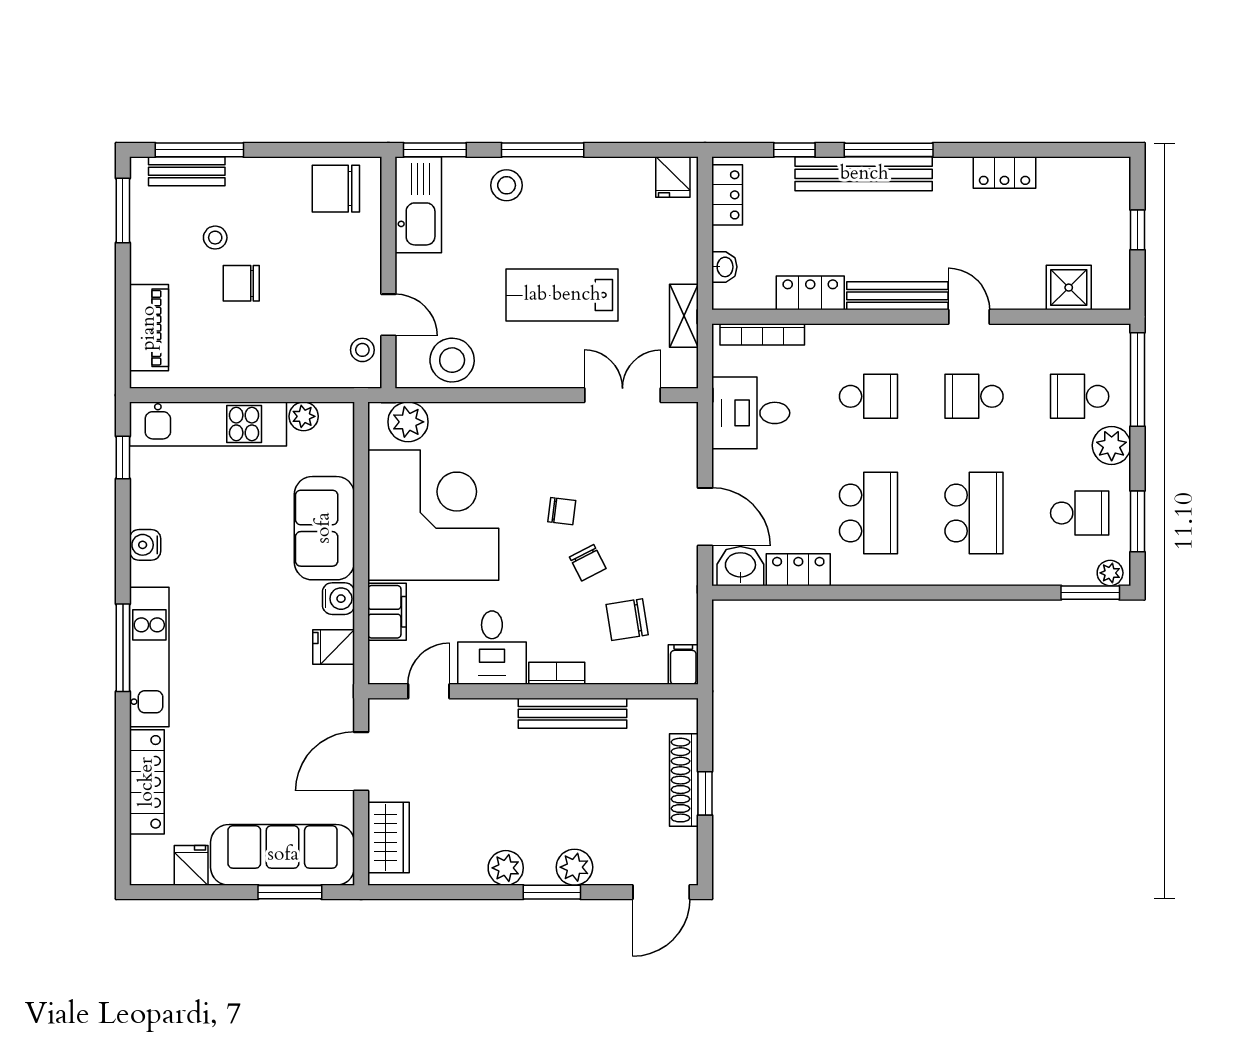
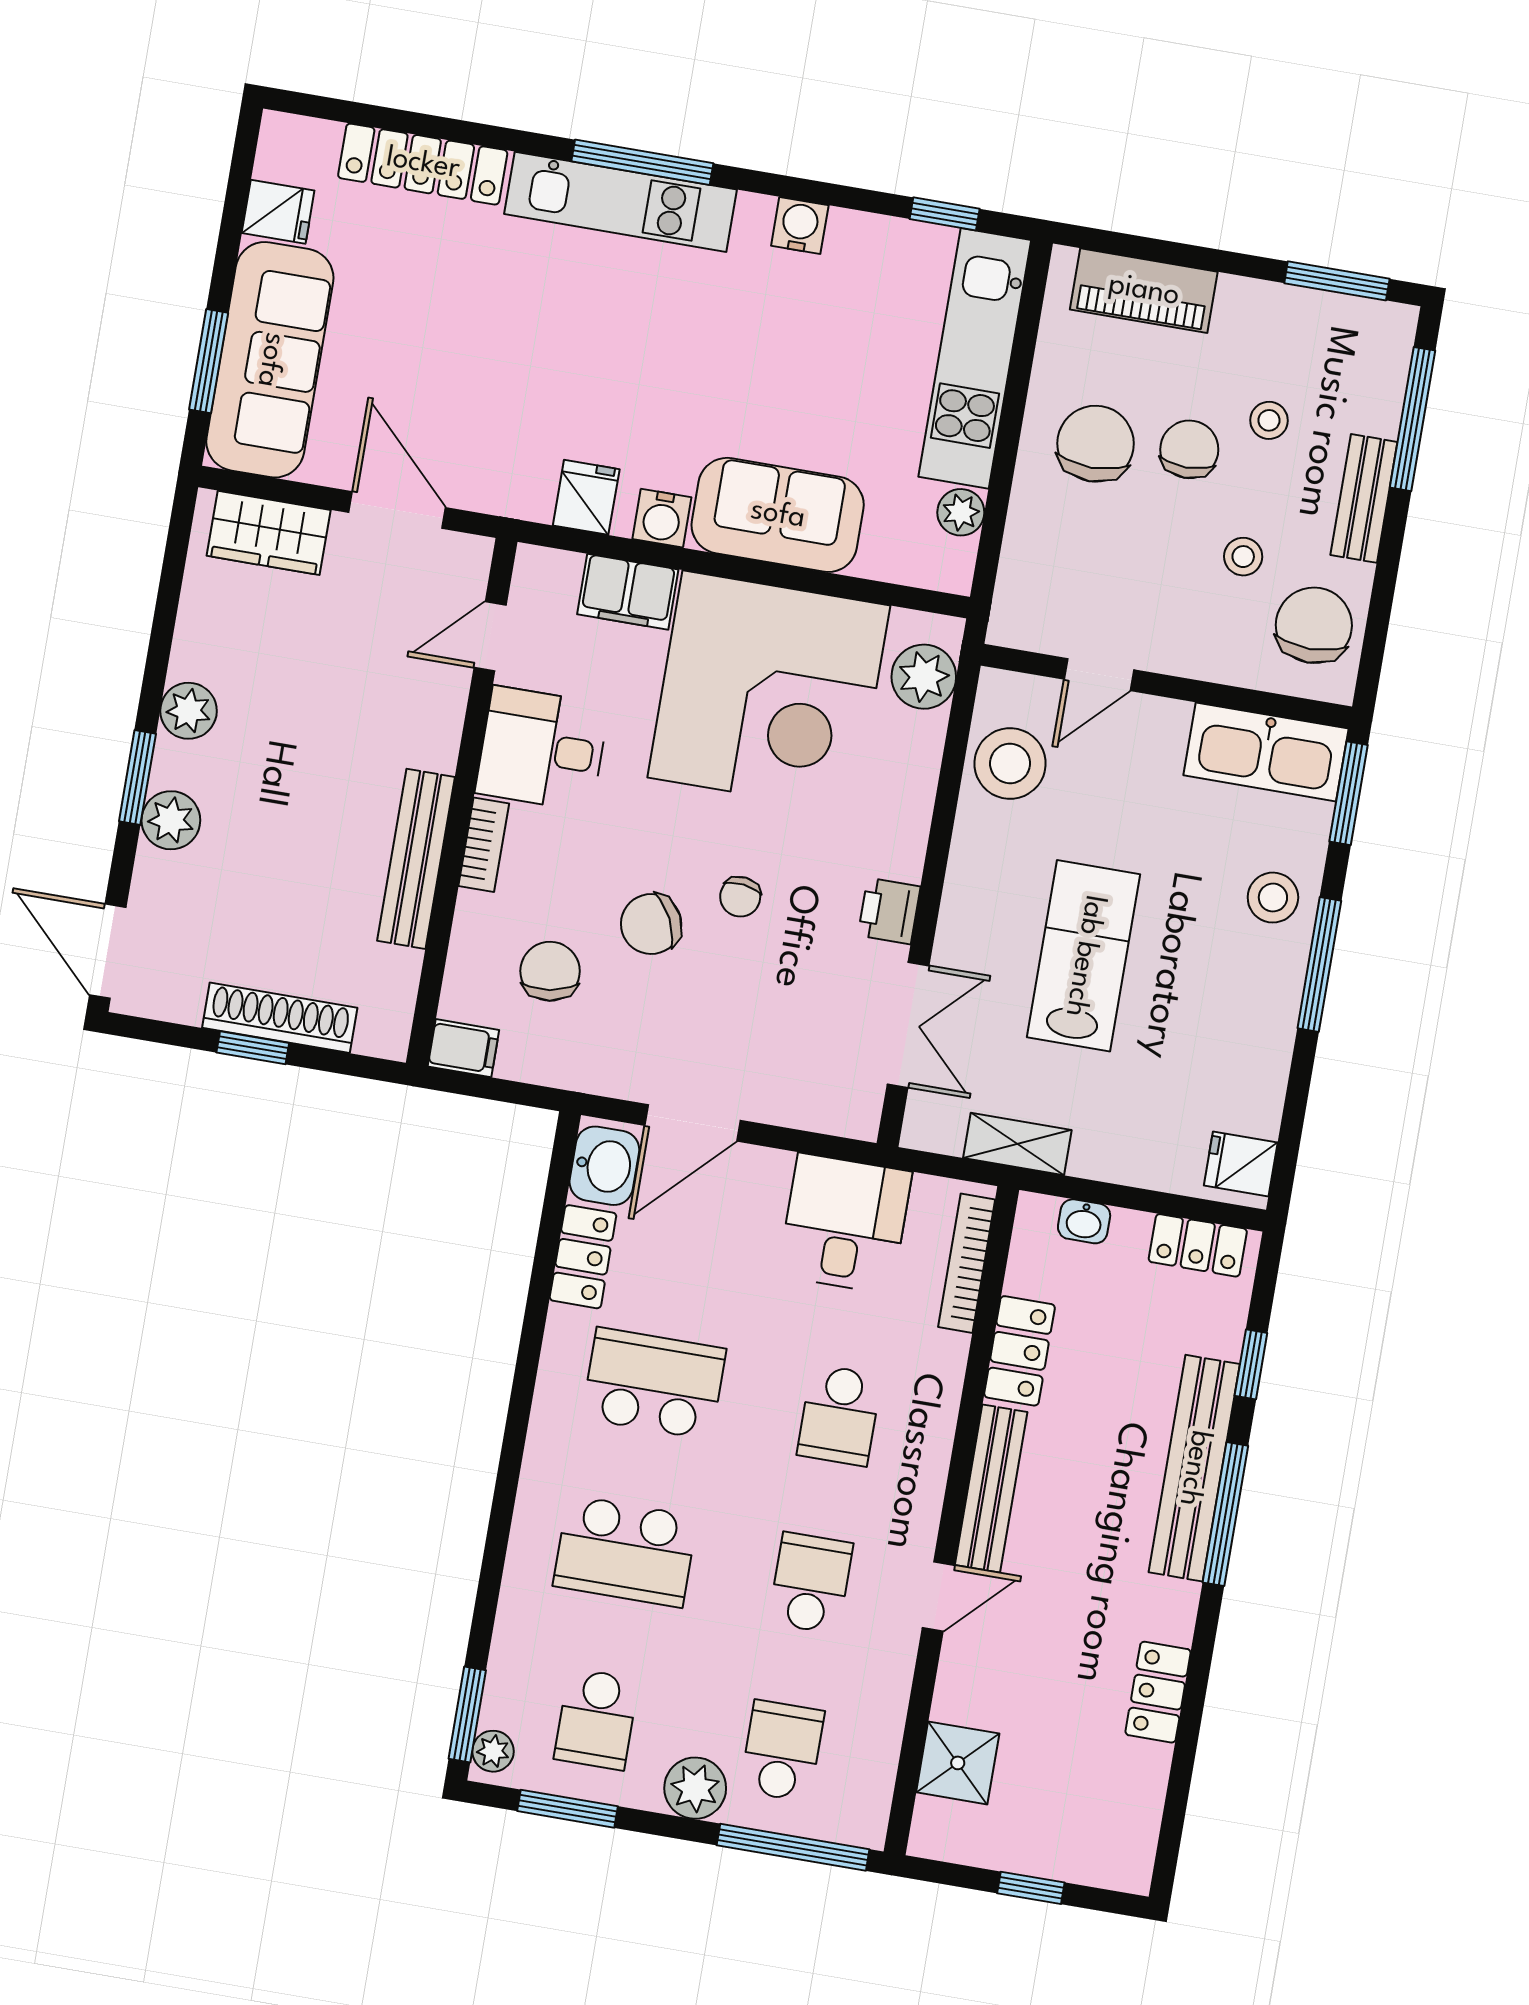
bench: (187, 171) -> (1364, 498), moved
chair: (248, 341) -> (1096, 444), added
stool: (362, 350) -> (1243, 557), moved
printer: (555, 419) -> (889, 911), added
school desk: (868, 513) -> (654, 1384), turned 180
chair: (588, 563) -> (651, 924), width x1.37, depth x1.37
door: (429, 691) -> (490, 636), swing flipped

